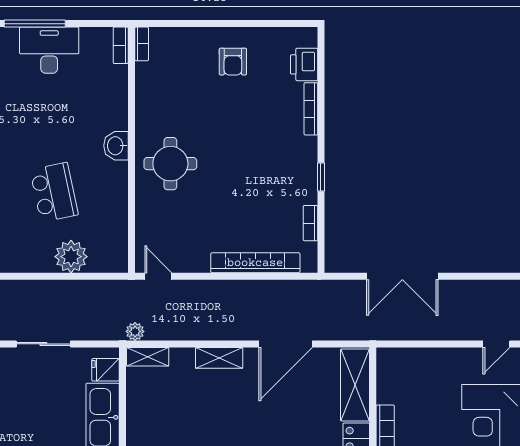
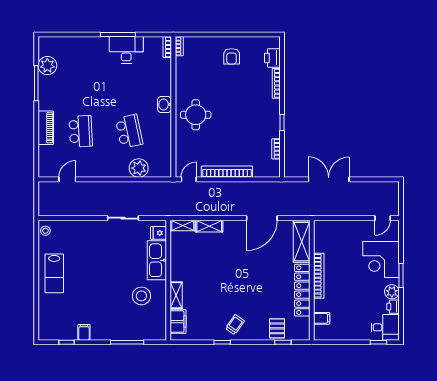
bookcase: (255, 263) -> (227, 172), moved
door: (158, 276) -> (189, 179), hinge flipped
double door: (402, 276) -> (329, 179), swing flipped
plant: (135, 331) -> (175, 211), removed
shelving: (219, 358) -> (209, 226), moved

